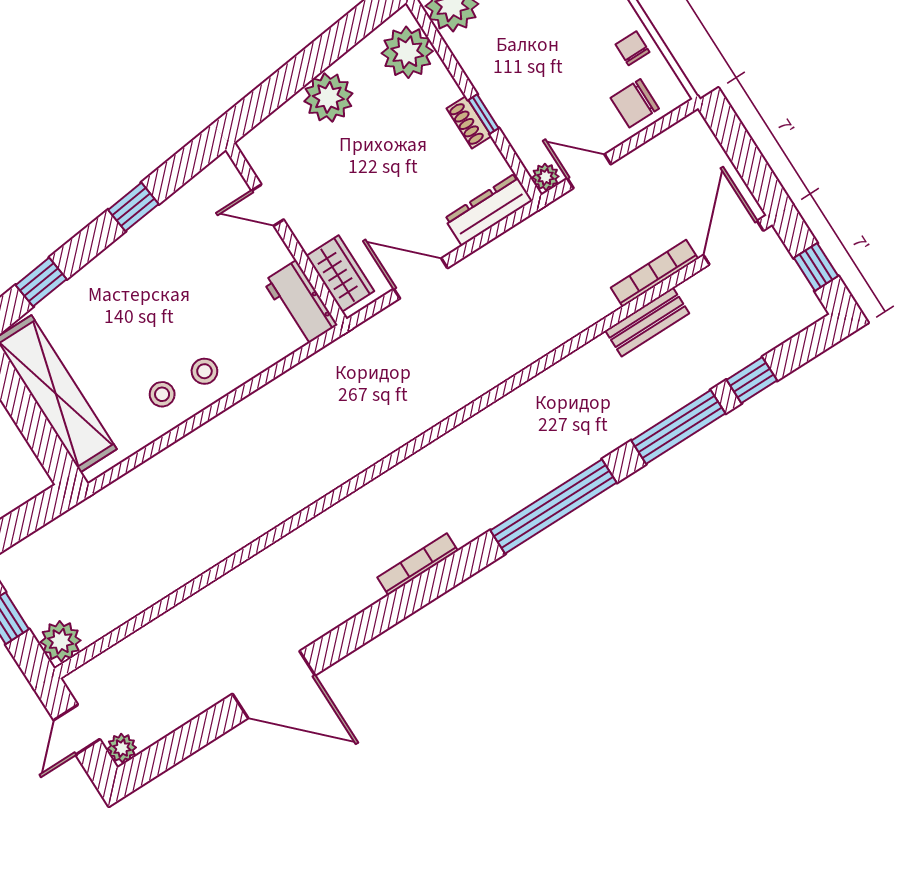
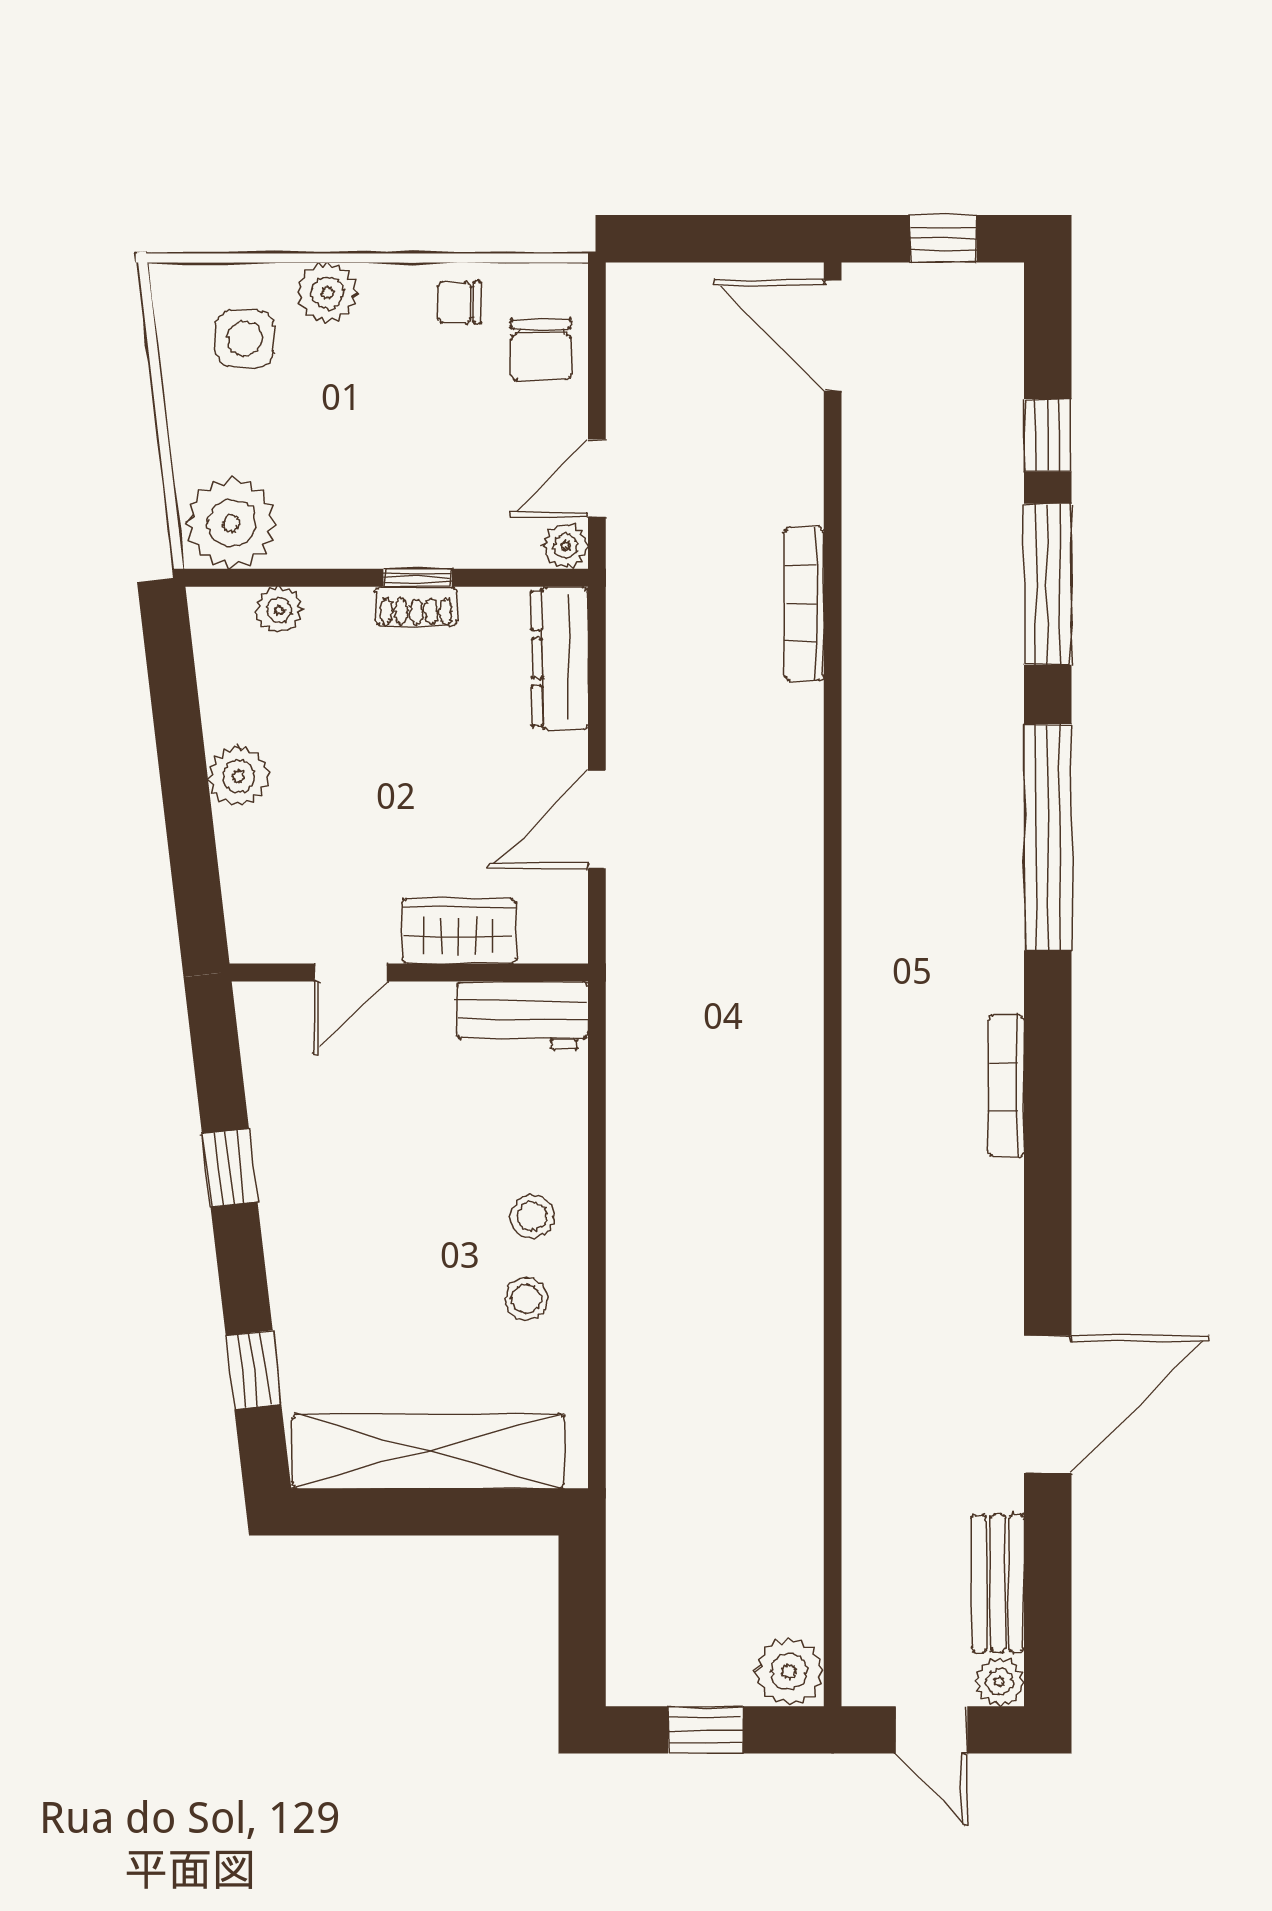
plant: (407, 52) -> (279, 610), width x0.53, depth x0.53
plant: (328, 97) -> (239, 776), width x0.73, depth x0.73
bookcase: (654, 273) -> (804, 604), moved
wardrobe: (340, 274) -> (459, 931), moved
bench: (647, 322) -> (998, 1583), moved

